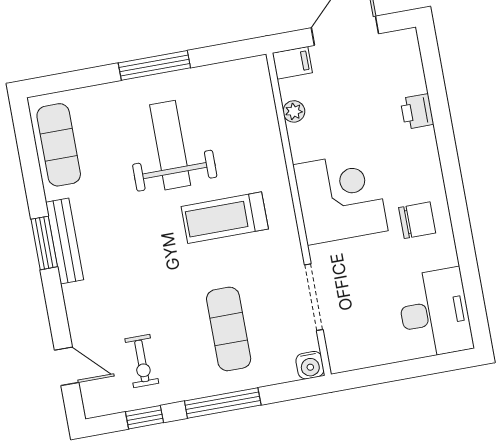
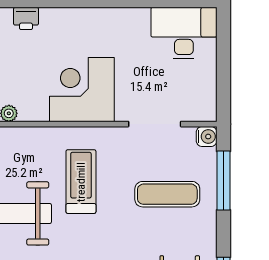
treadmill: (225, 218) -> (81, 182), turned 180
chair: (417, 220) -> (110, 34), removed
window: (223, 403) -> (224, 181), moved

